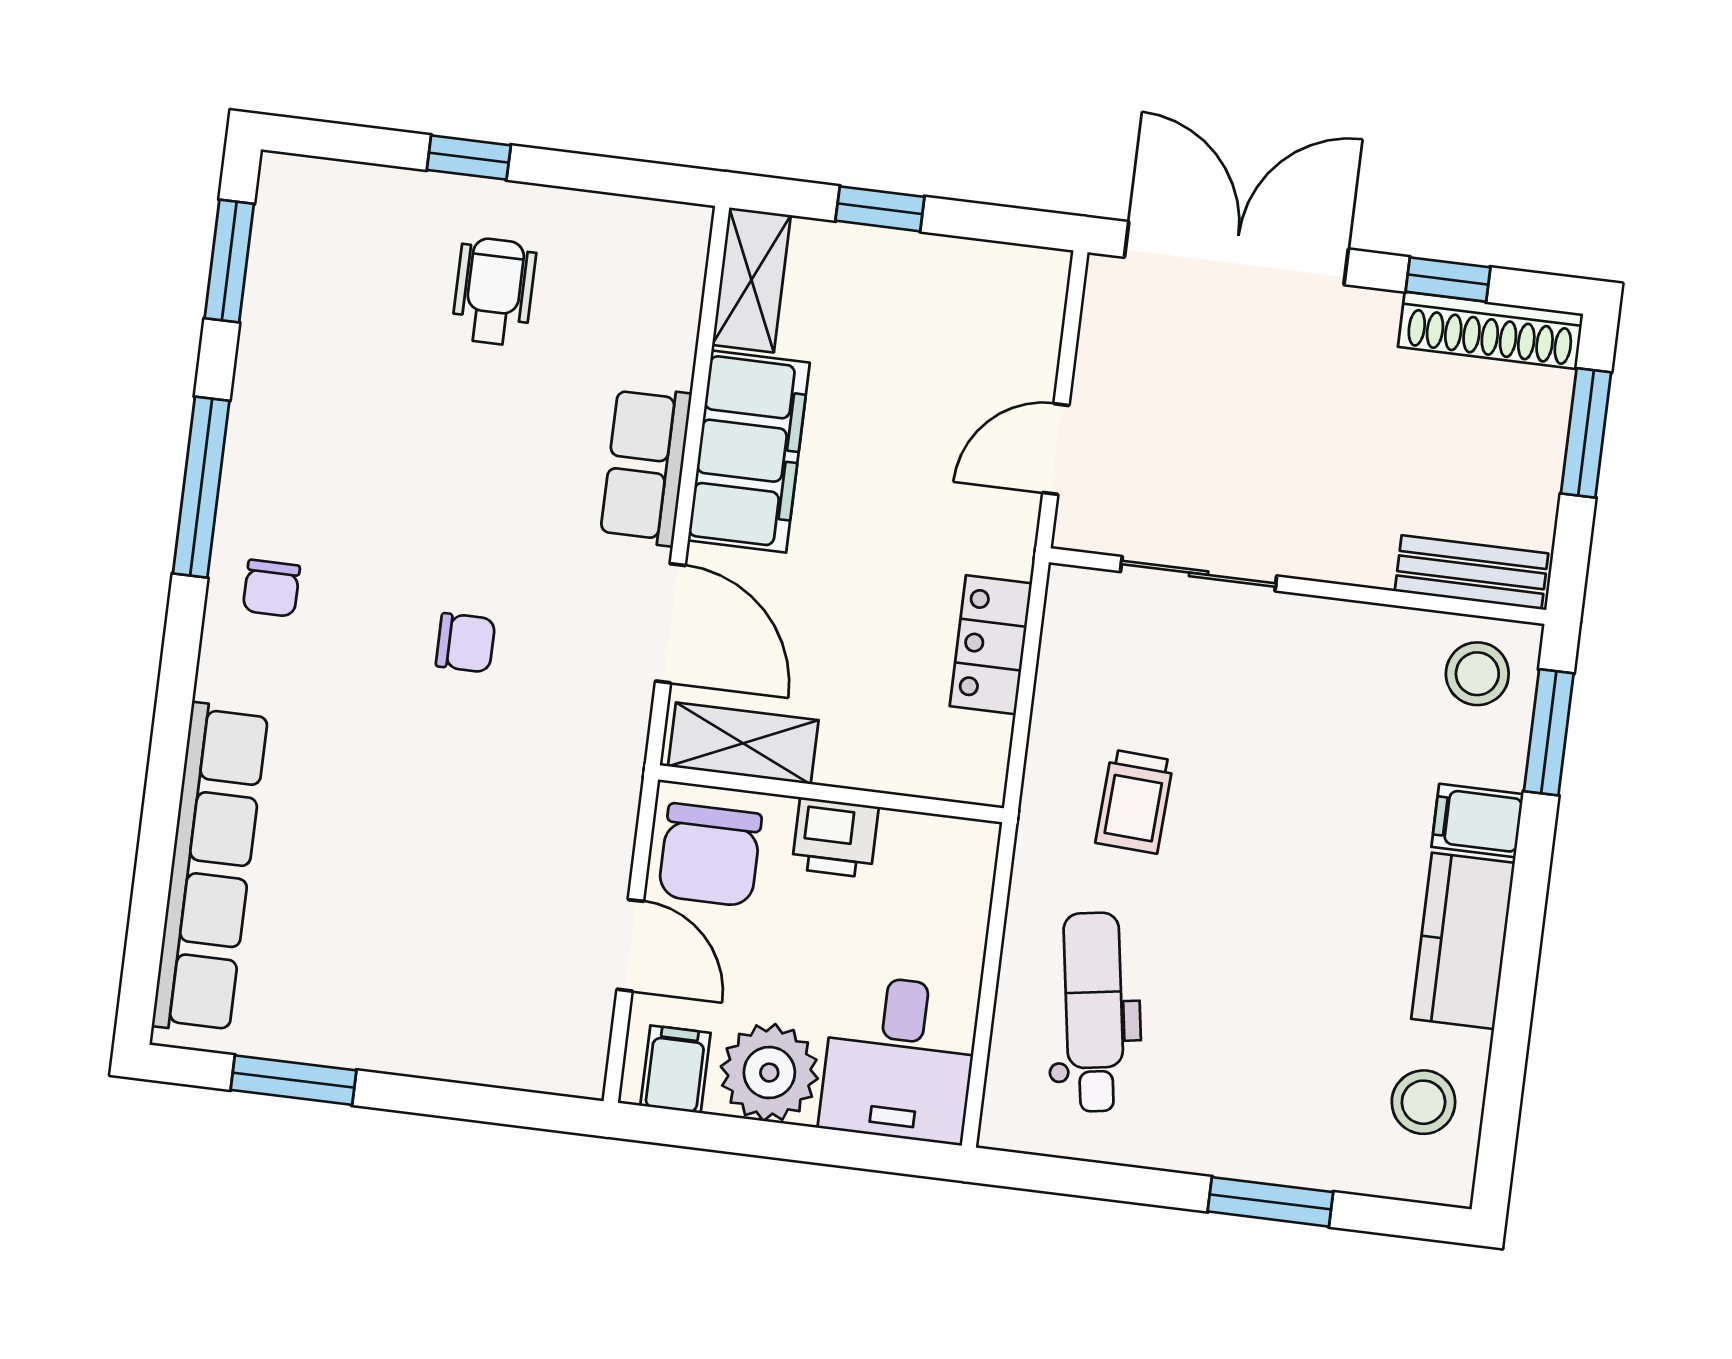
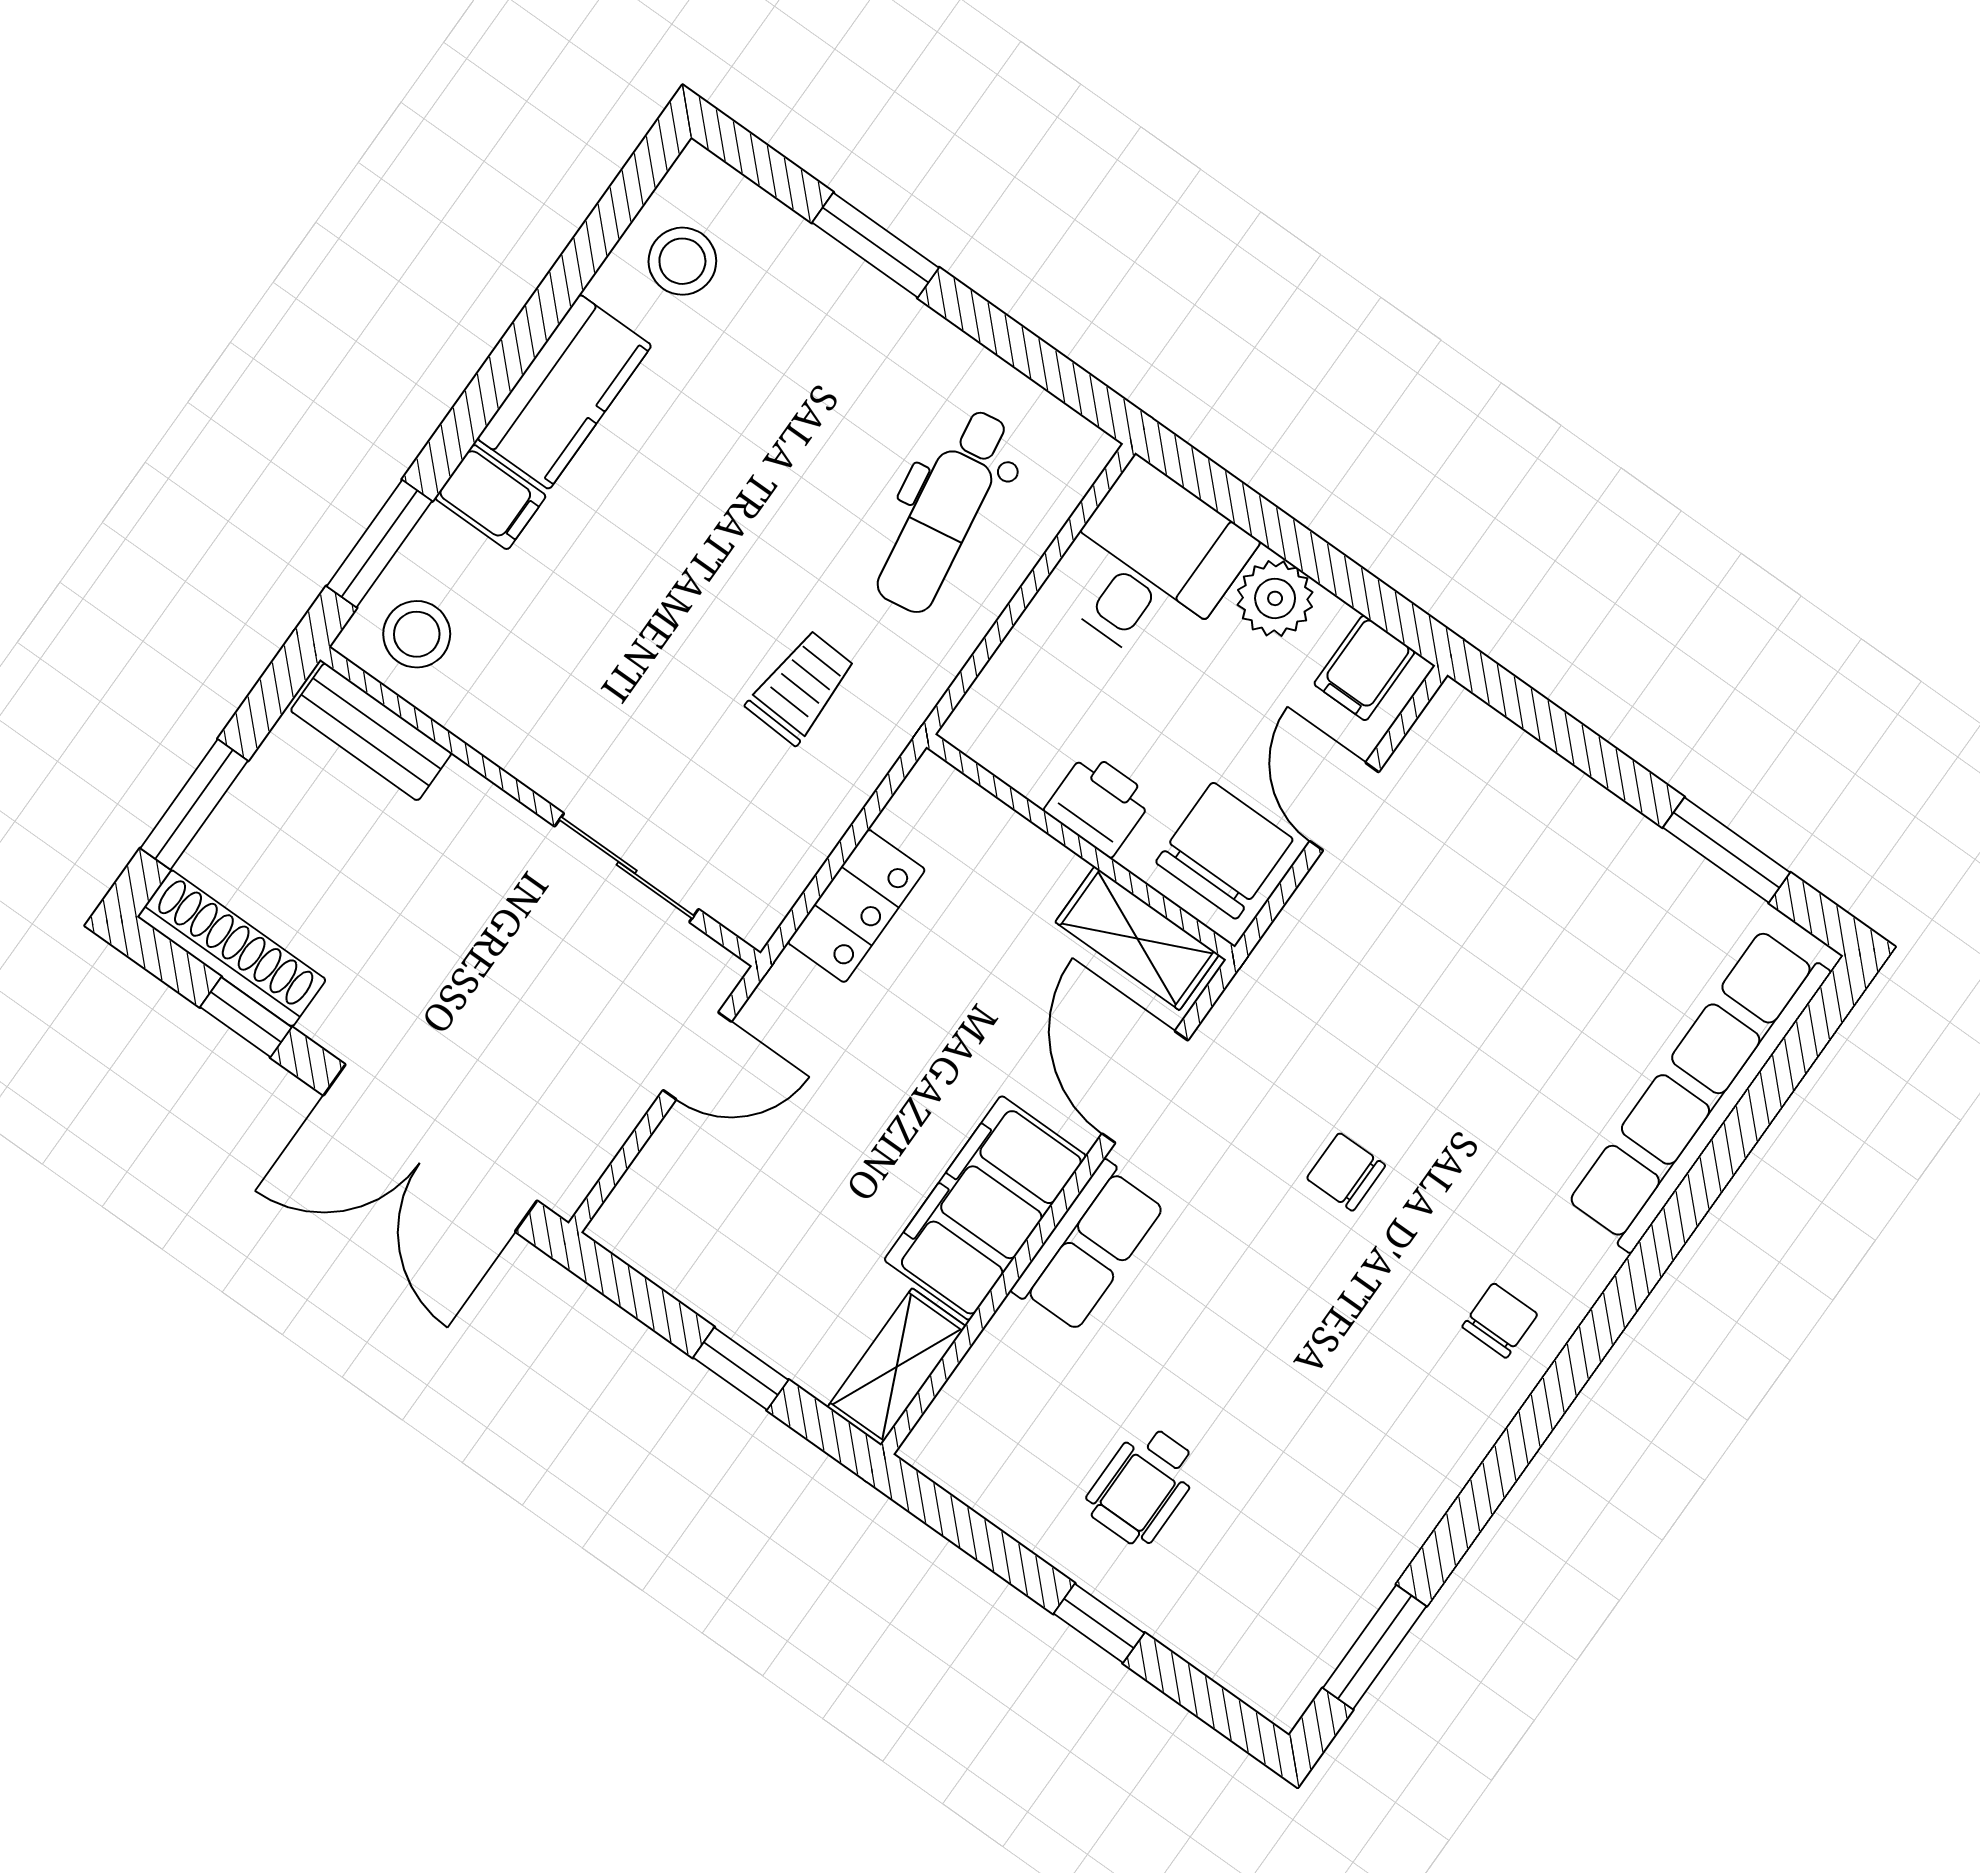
window: (201, 487) -> (1515, 1450), removed
plant: (769, 1073) -> (1275, 598), width x0.73, depth x0.73

